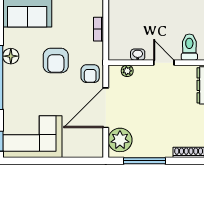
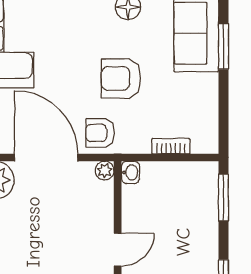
washbasin: (138, 55) -> (130, 172), moved
plant: (127, 71) -> (105, 171), moved

